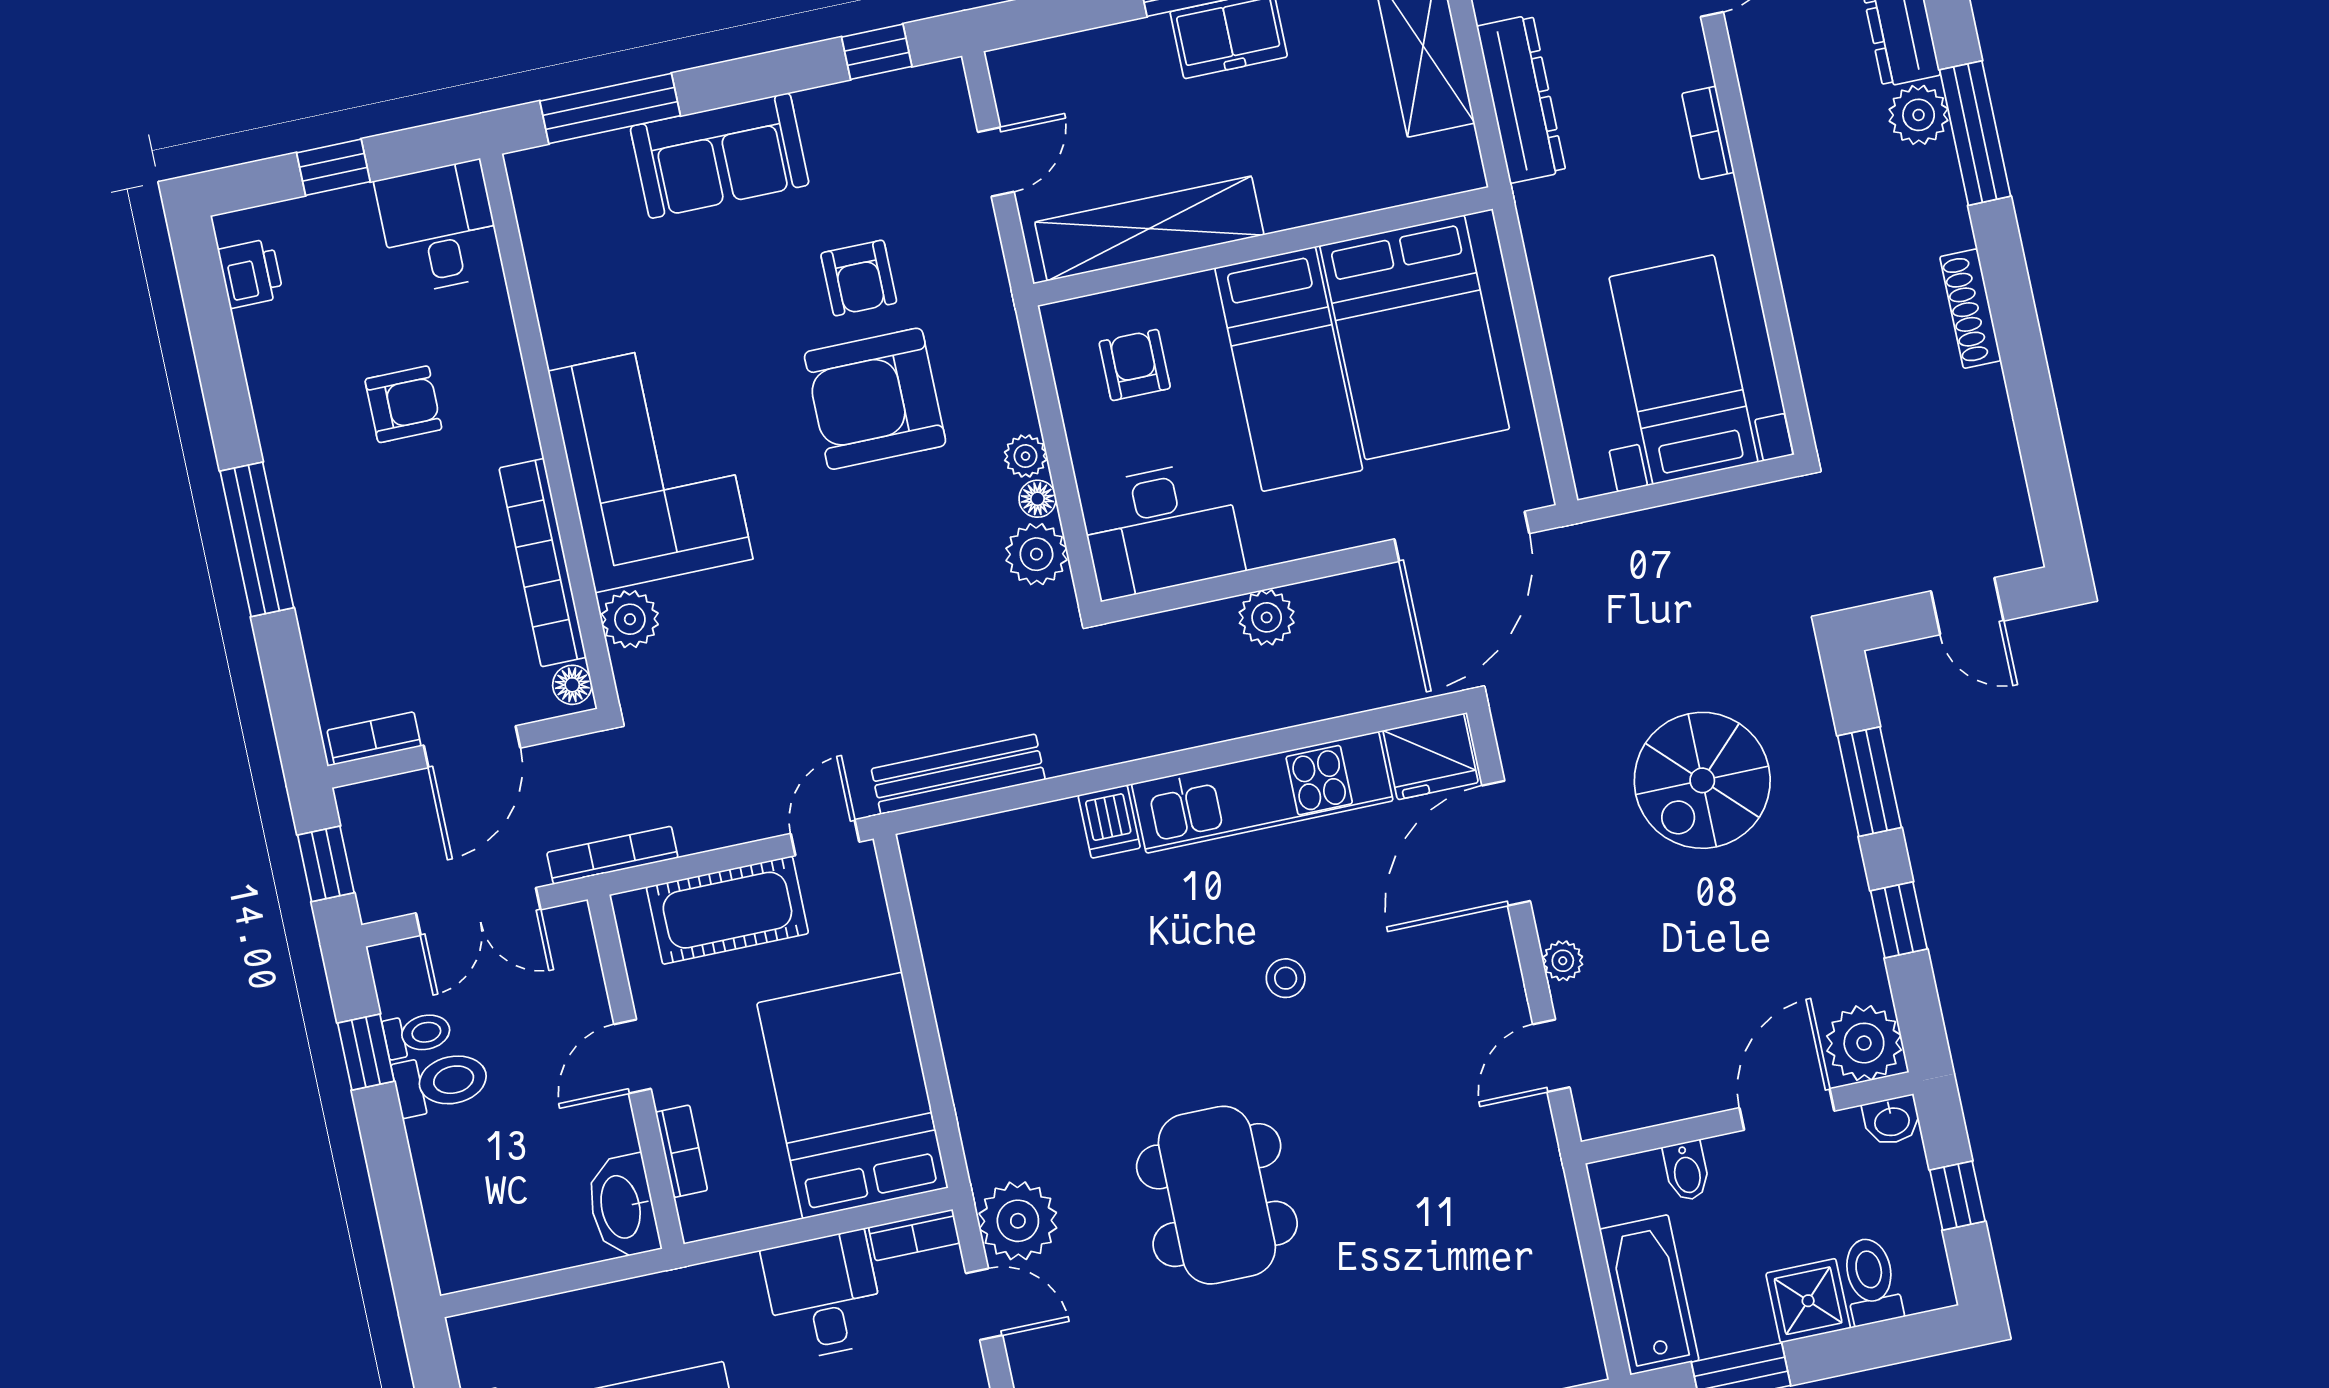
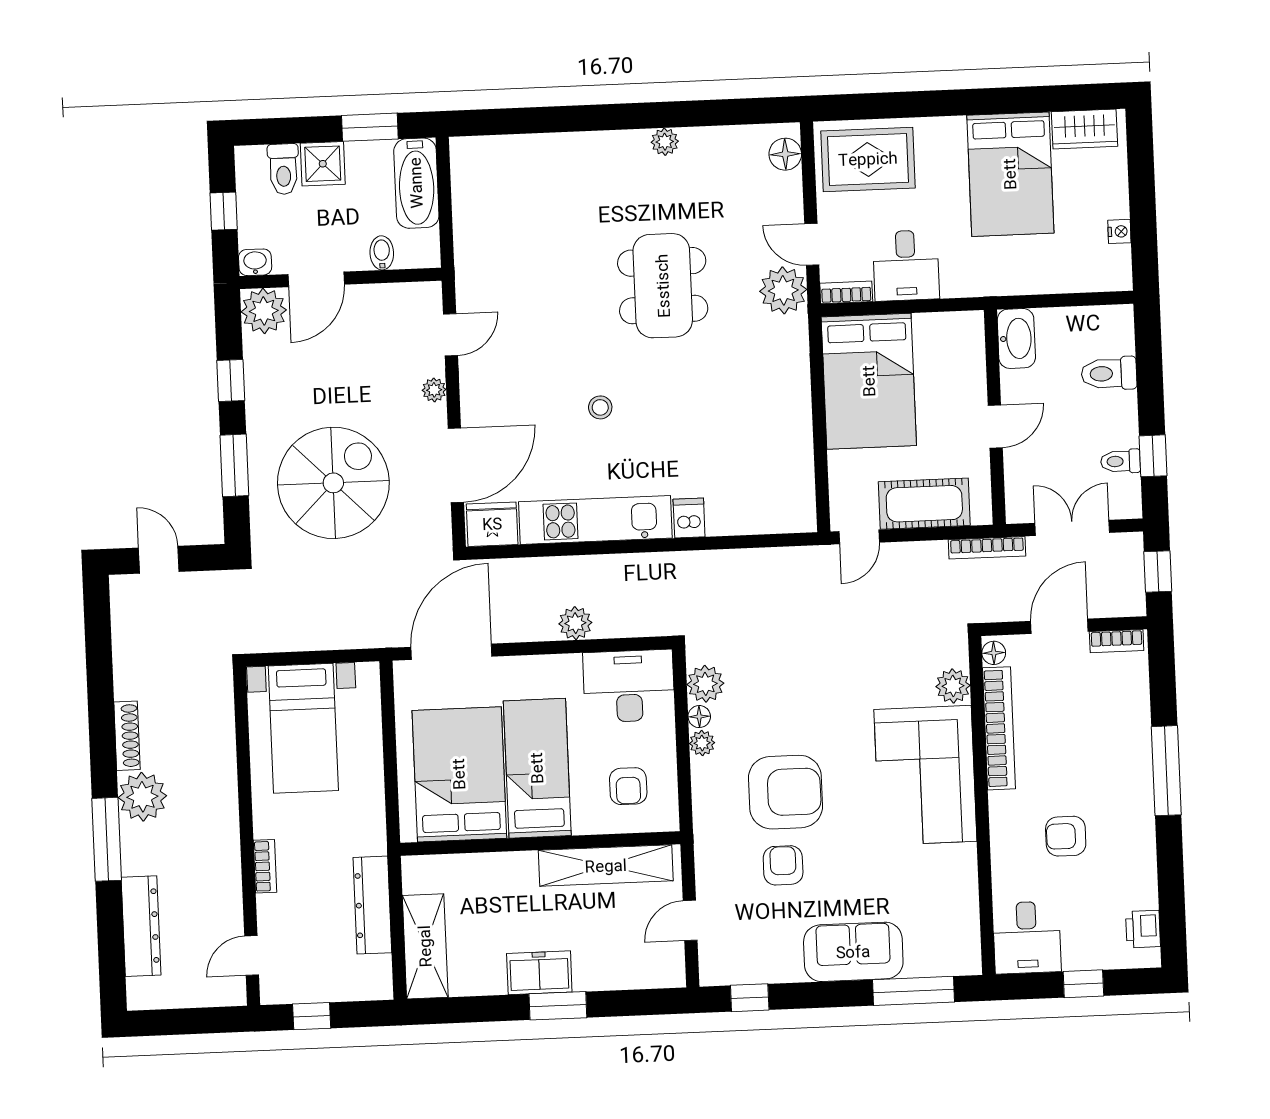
plant: (1919, 115) -> (142, 797), moved, width x1.36, depth x1.36
bench: (958, 774) -> (774, 561), removed
spiral stairs: (1702, 780) -> (333, 483), width x1.37, depth x1.37
toilet: (441, 1082) -> (1109, 374), moved
bookcase: (682, 1151) -> (976, 365), removed

